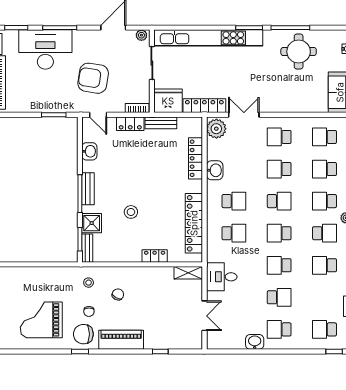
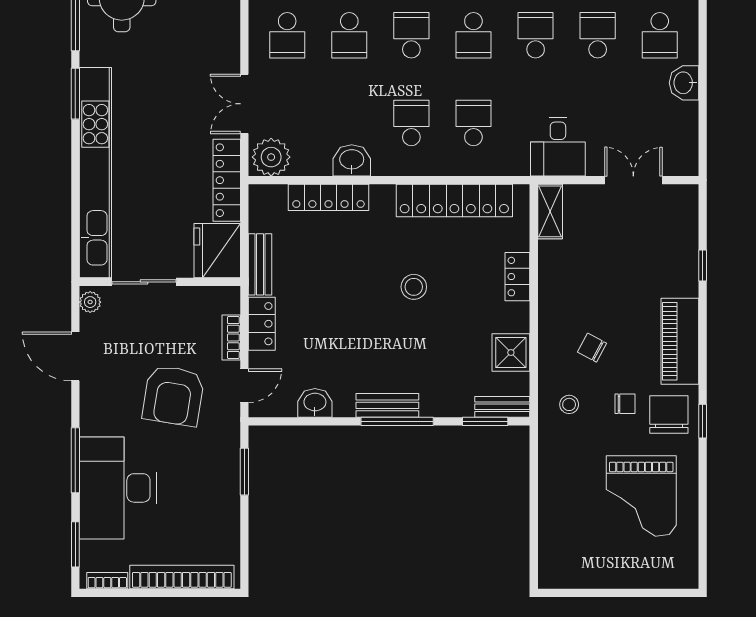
bookcase: (137, 108) -> (231, 337), moved
stool: (131, 212) -> (414, 287), moved
shower: (92, 223) -> (511, 352), moved
school desk: (279, 265) -> (536, 35), turned 180
chair: (83, 334) -> (669, 414), turned 180

